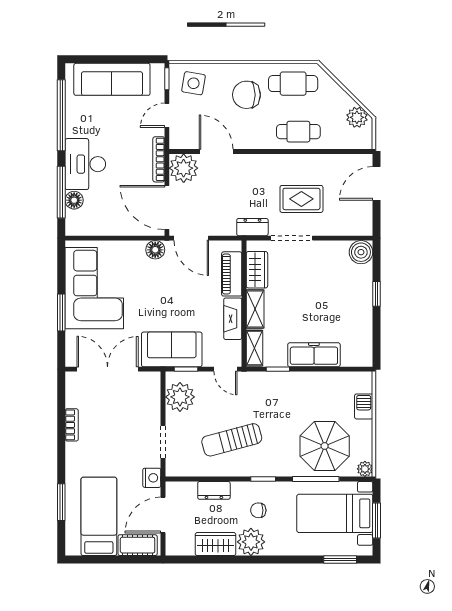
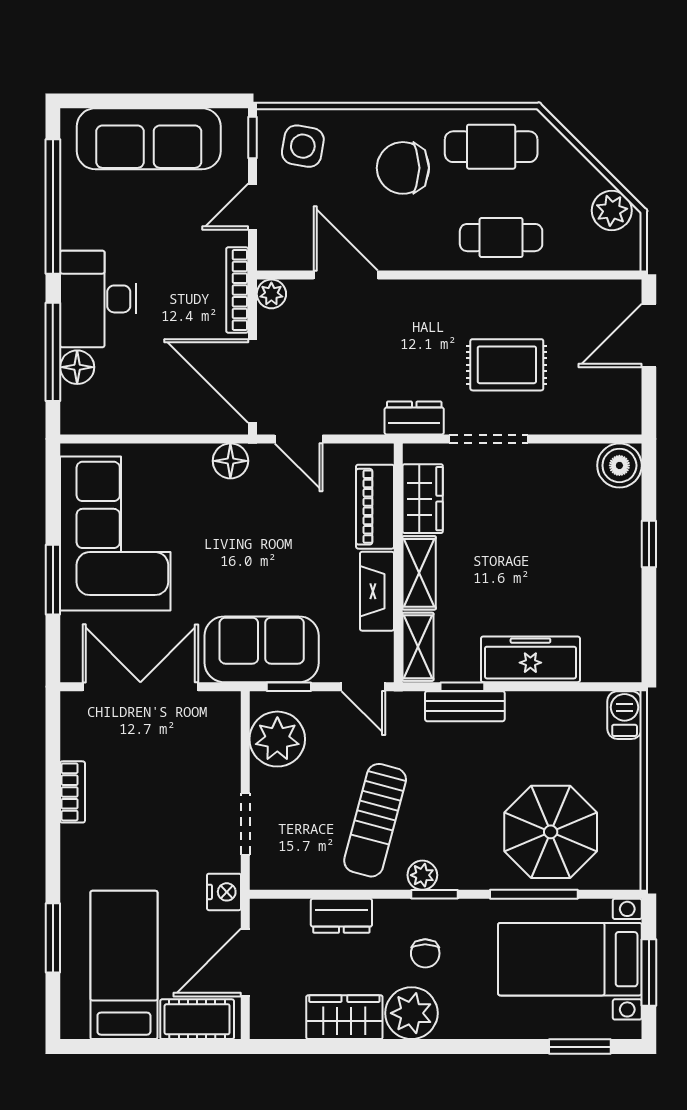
plant: (184, 168) -> (271, 294), width x0.53, depth x0.53
door: (191, 238) -> (299, 439), width x0.73
bench: (279, 379) -> (465, 706), added
barbecue: (364, 406) -> (625, 715), moved
sun lounger: (232, 440) -> (375, 820), turned -60
plant: (365, 469) -> (422, 875), moved
chair: (258, 510) -> (425, 953), turned -90

